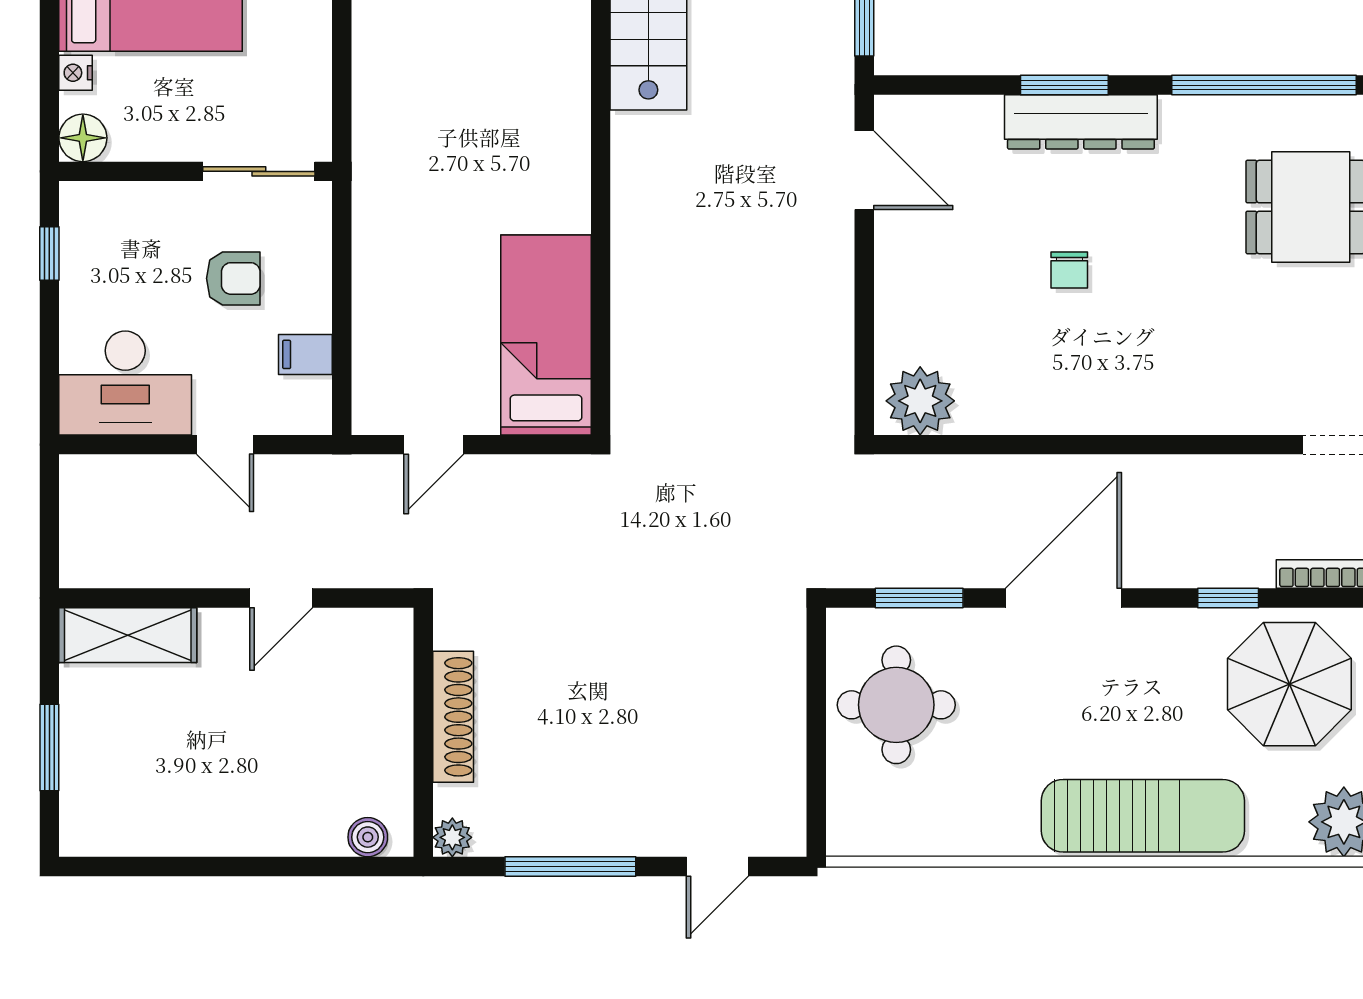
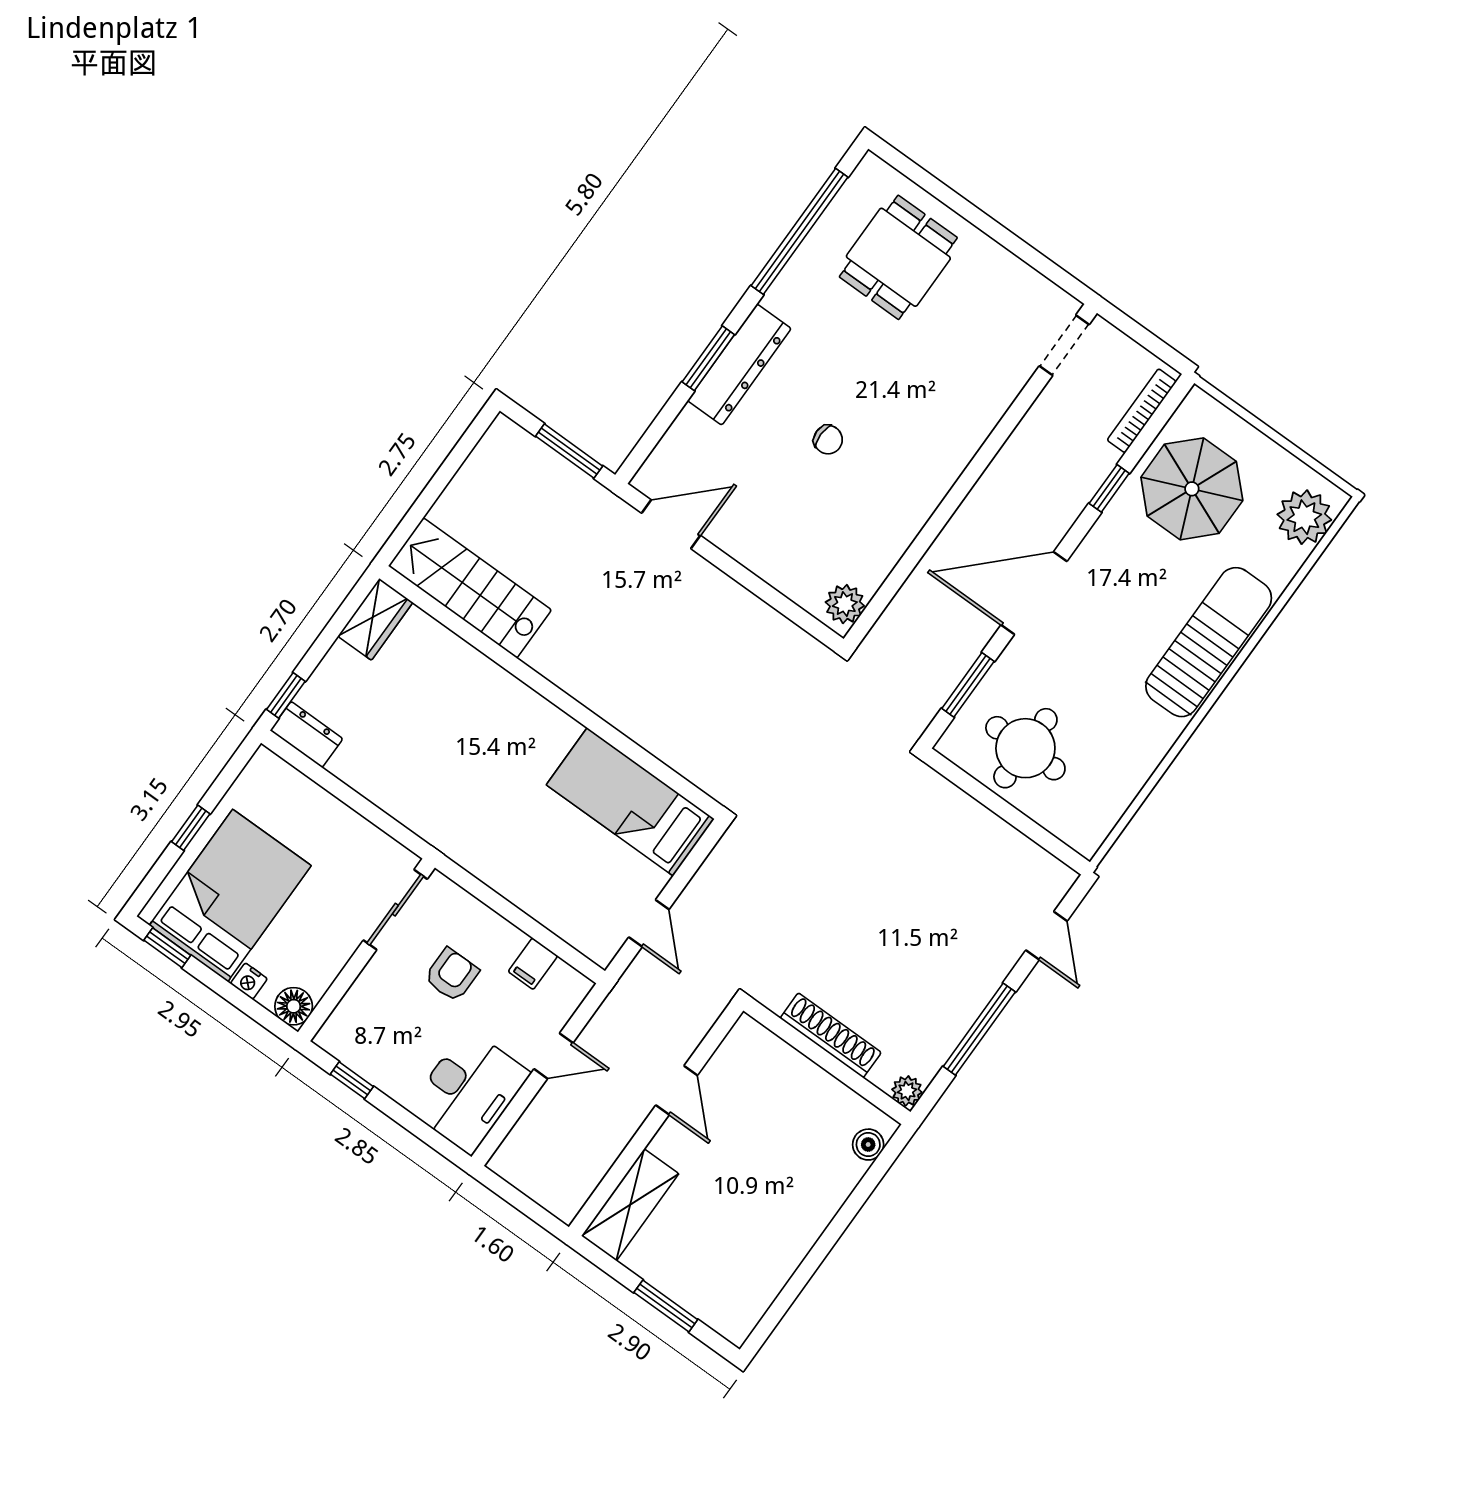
plant: (920, 401) -> (845, 604), width x0.73, depth x0.73
door: (1063, 598) -> (1034, 593), hinge flipped

